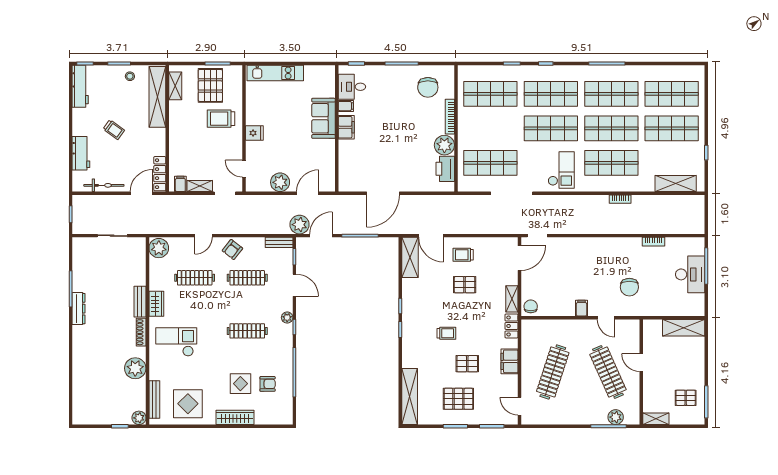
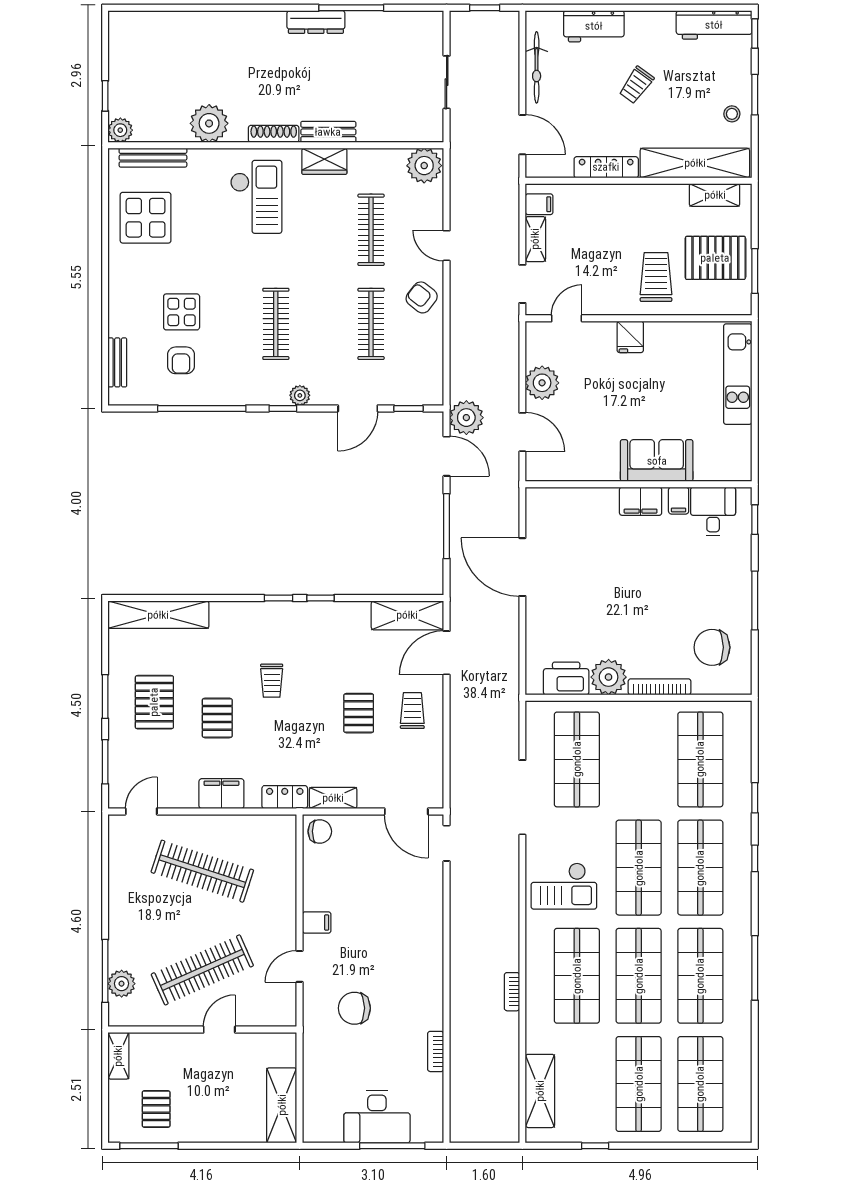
locker: (160, 174) -> (606, 167), moved
bench: (279, 242) -> (117, 362), moved
wardrobe: (235, 417) -> (121, 302), removed

